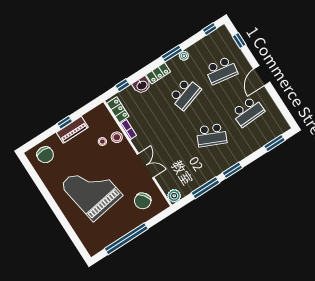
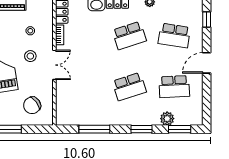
school desk: (212, 135) -> (129, 87), turned -42
stool: (117, 137) -> (30, 56), moved
double door: (145, 166) -> (54, 65), moved
window: (232, 170) -> (141, 129), moved
plant: (174, 196) -> (167, 119), moved

